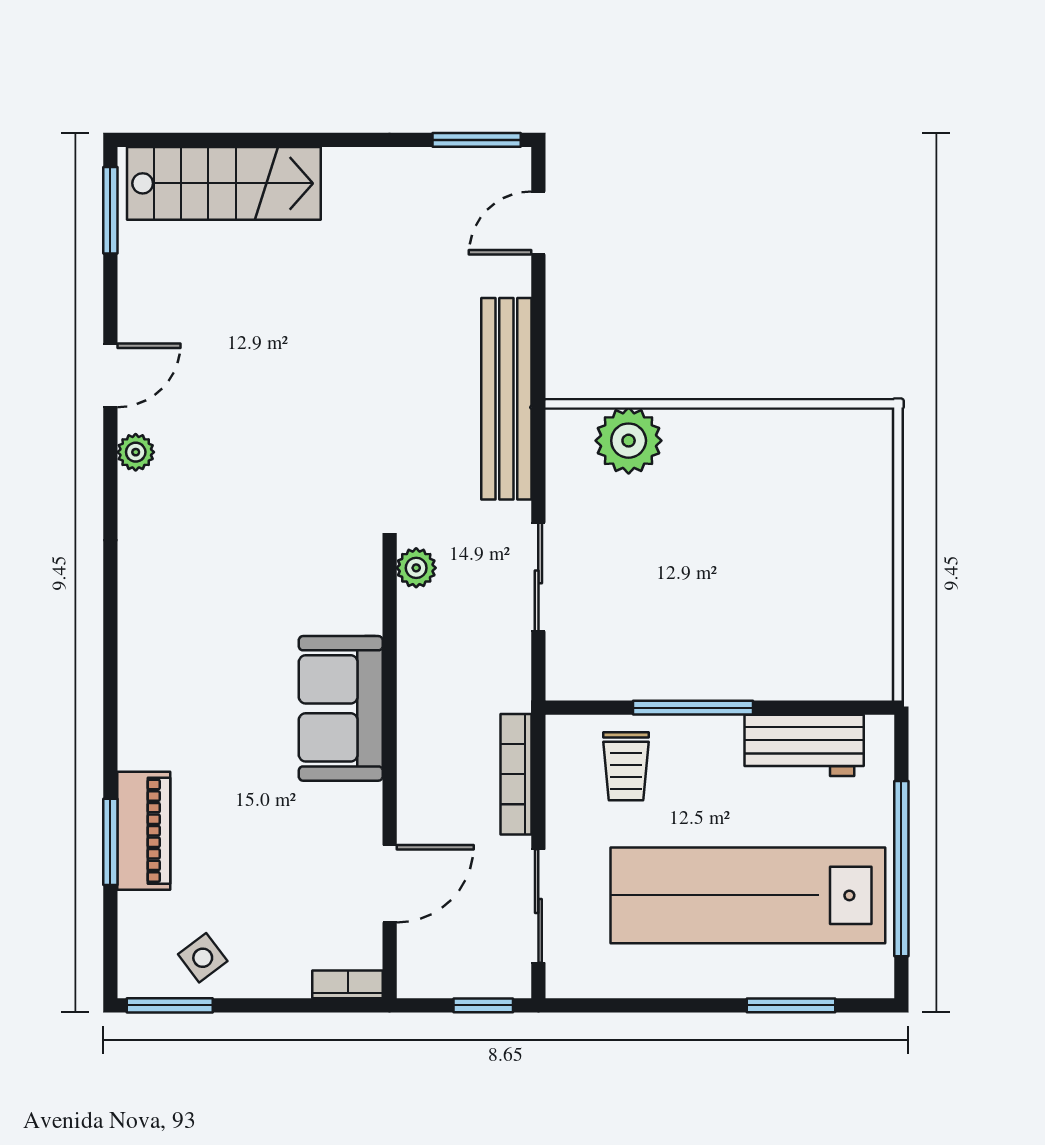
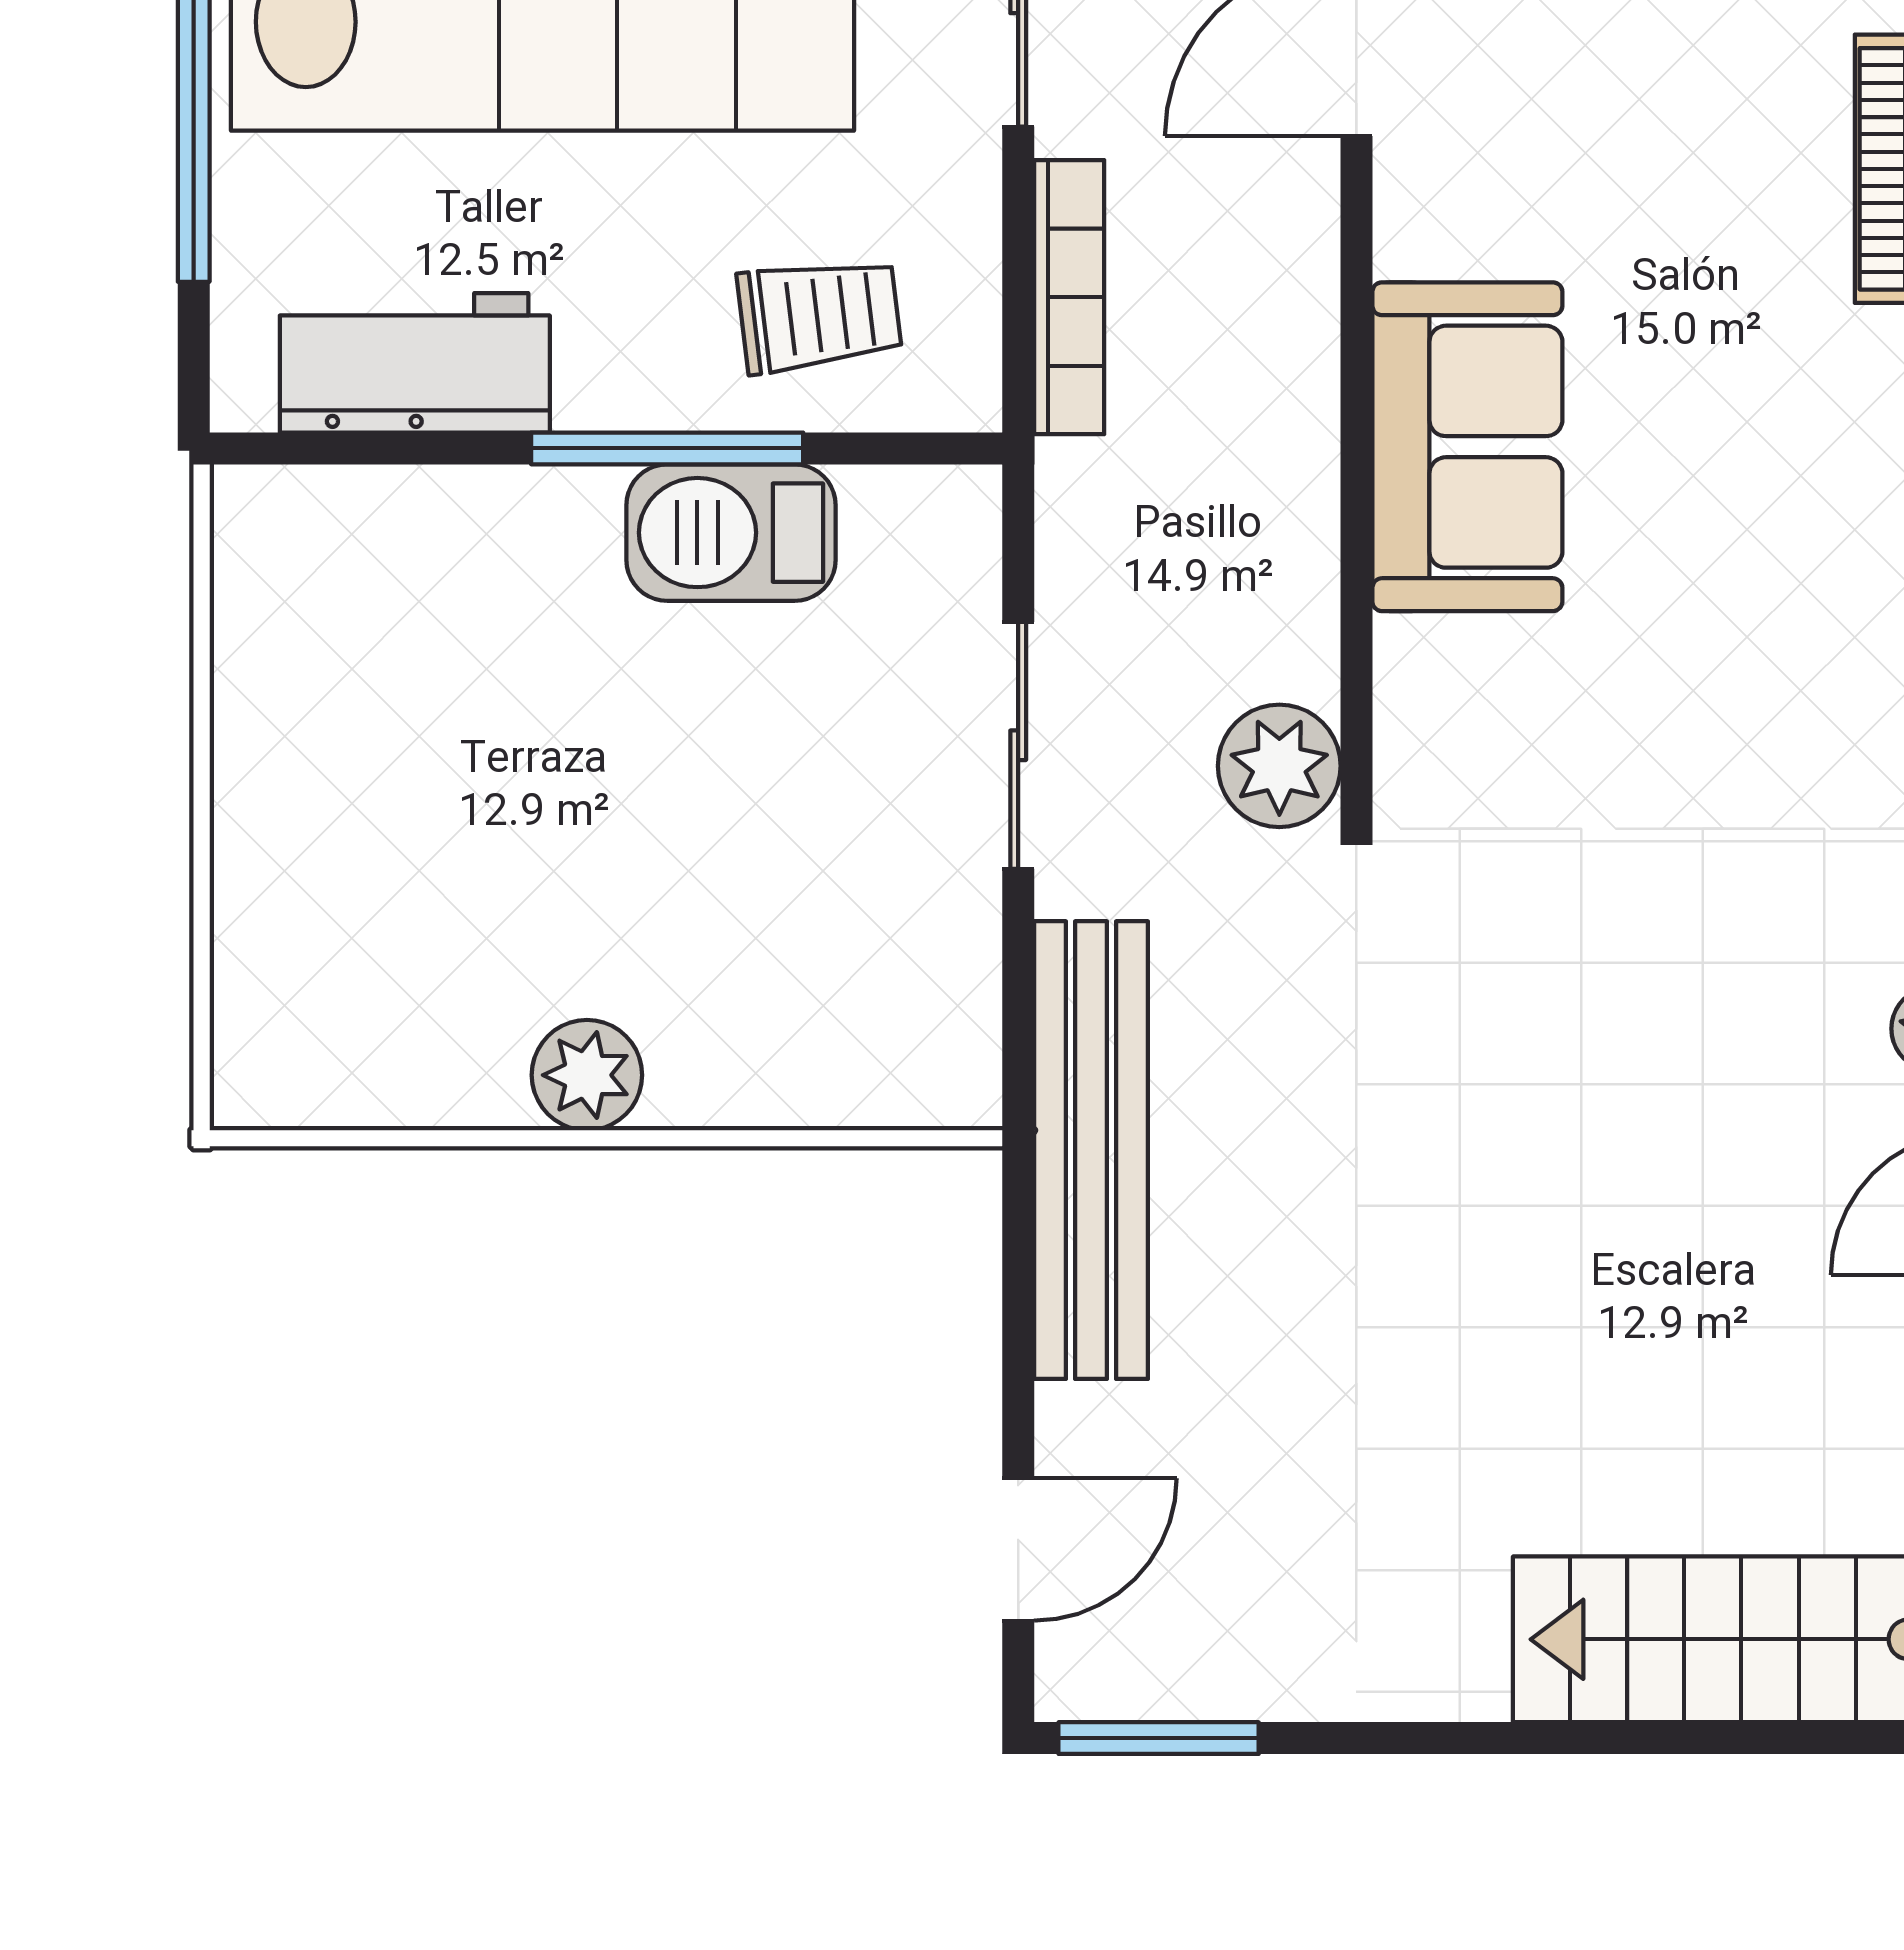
plant: (629, 441) -> (587, 1075), moved, width x0.73, depth x0.73
plant: (416, 568) -> (1279, 766), width x1.38, depth x1.38
barbecue: (665, 671) -> (731, 533), added
trolley: (626, 766) -> (819, 315), turned 83

